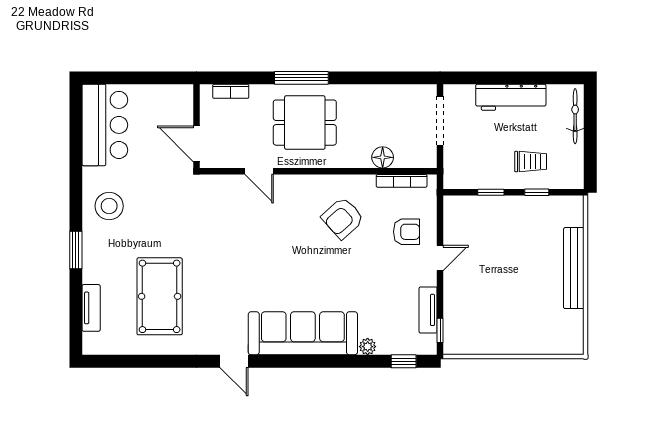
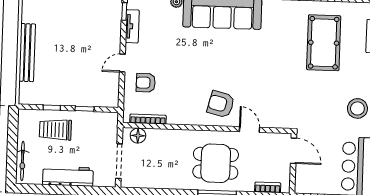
floor lamp: (383, 157) -> (138, 136), moved
trolley: (531, 162) -> (55, 130), width x1.36, depth x1.39
armchair: (343, 218) -> (221, 104), moved, turned -124

